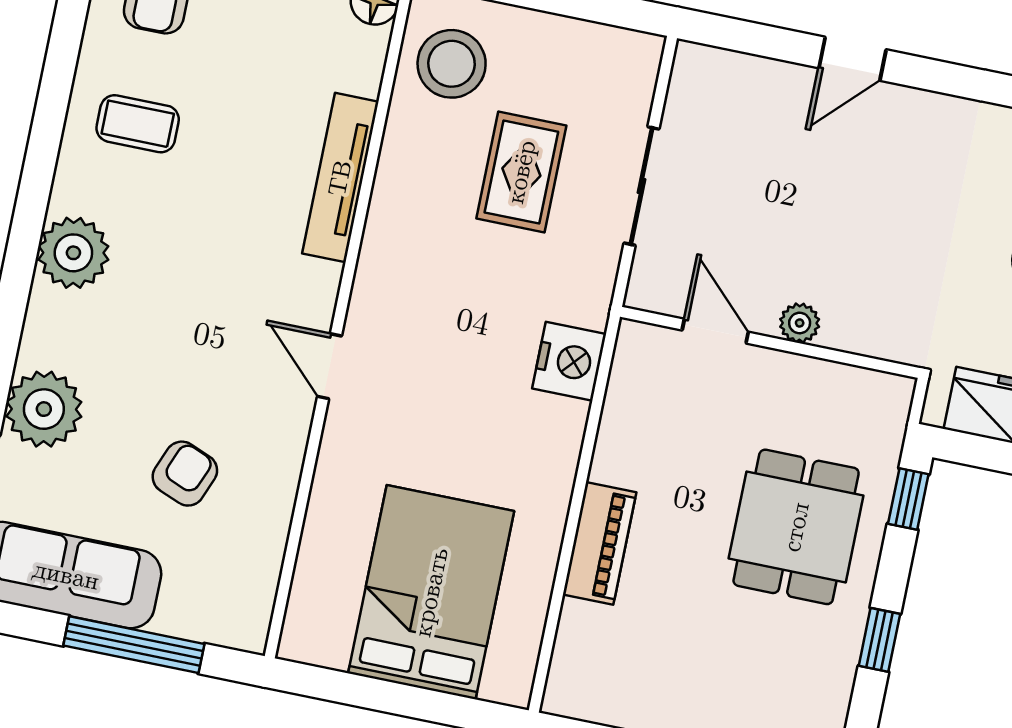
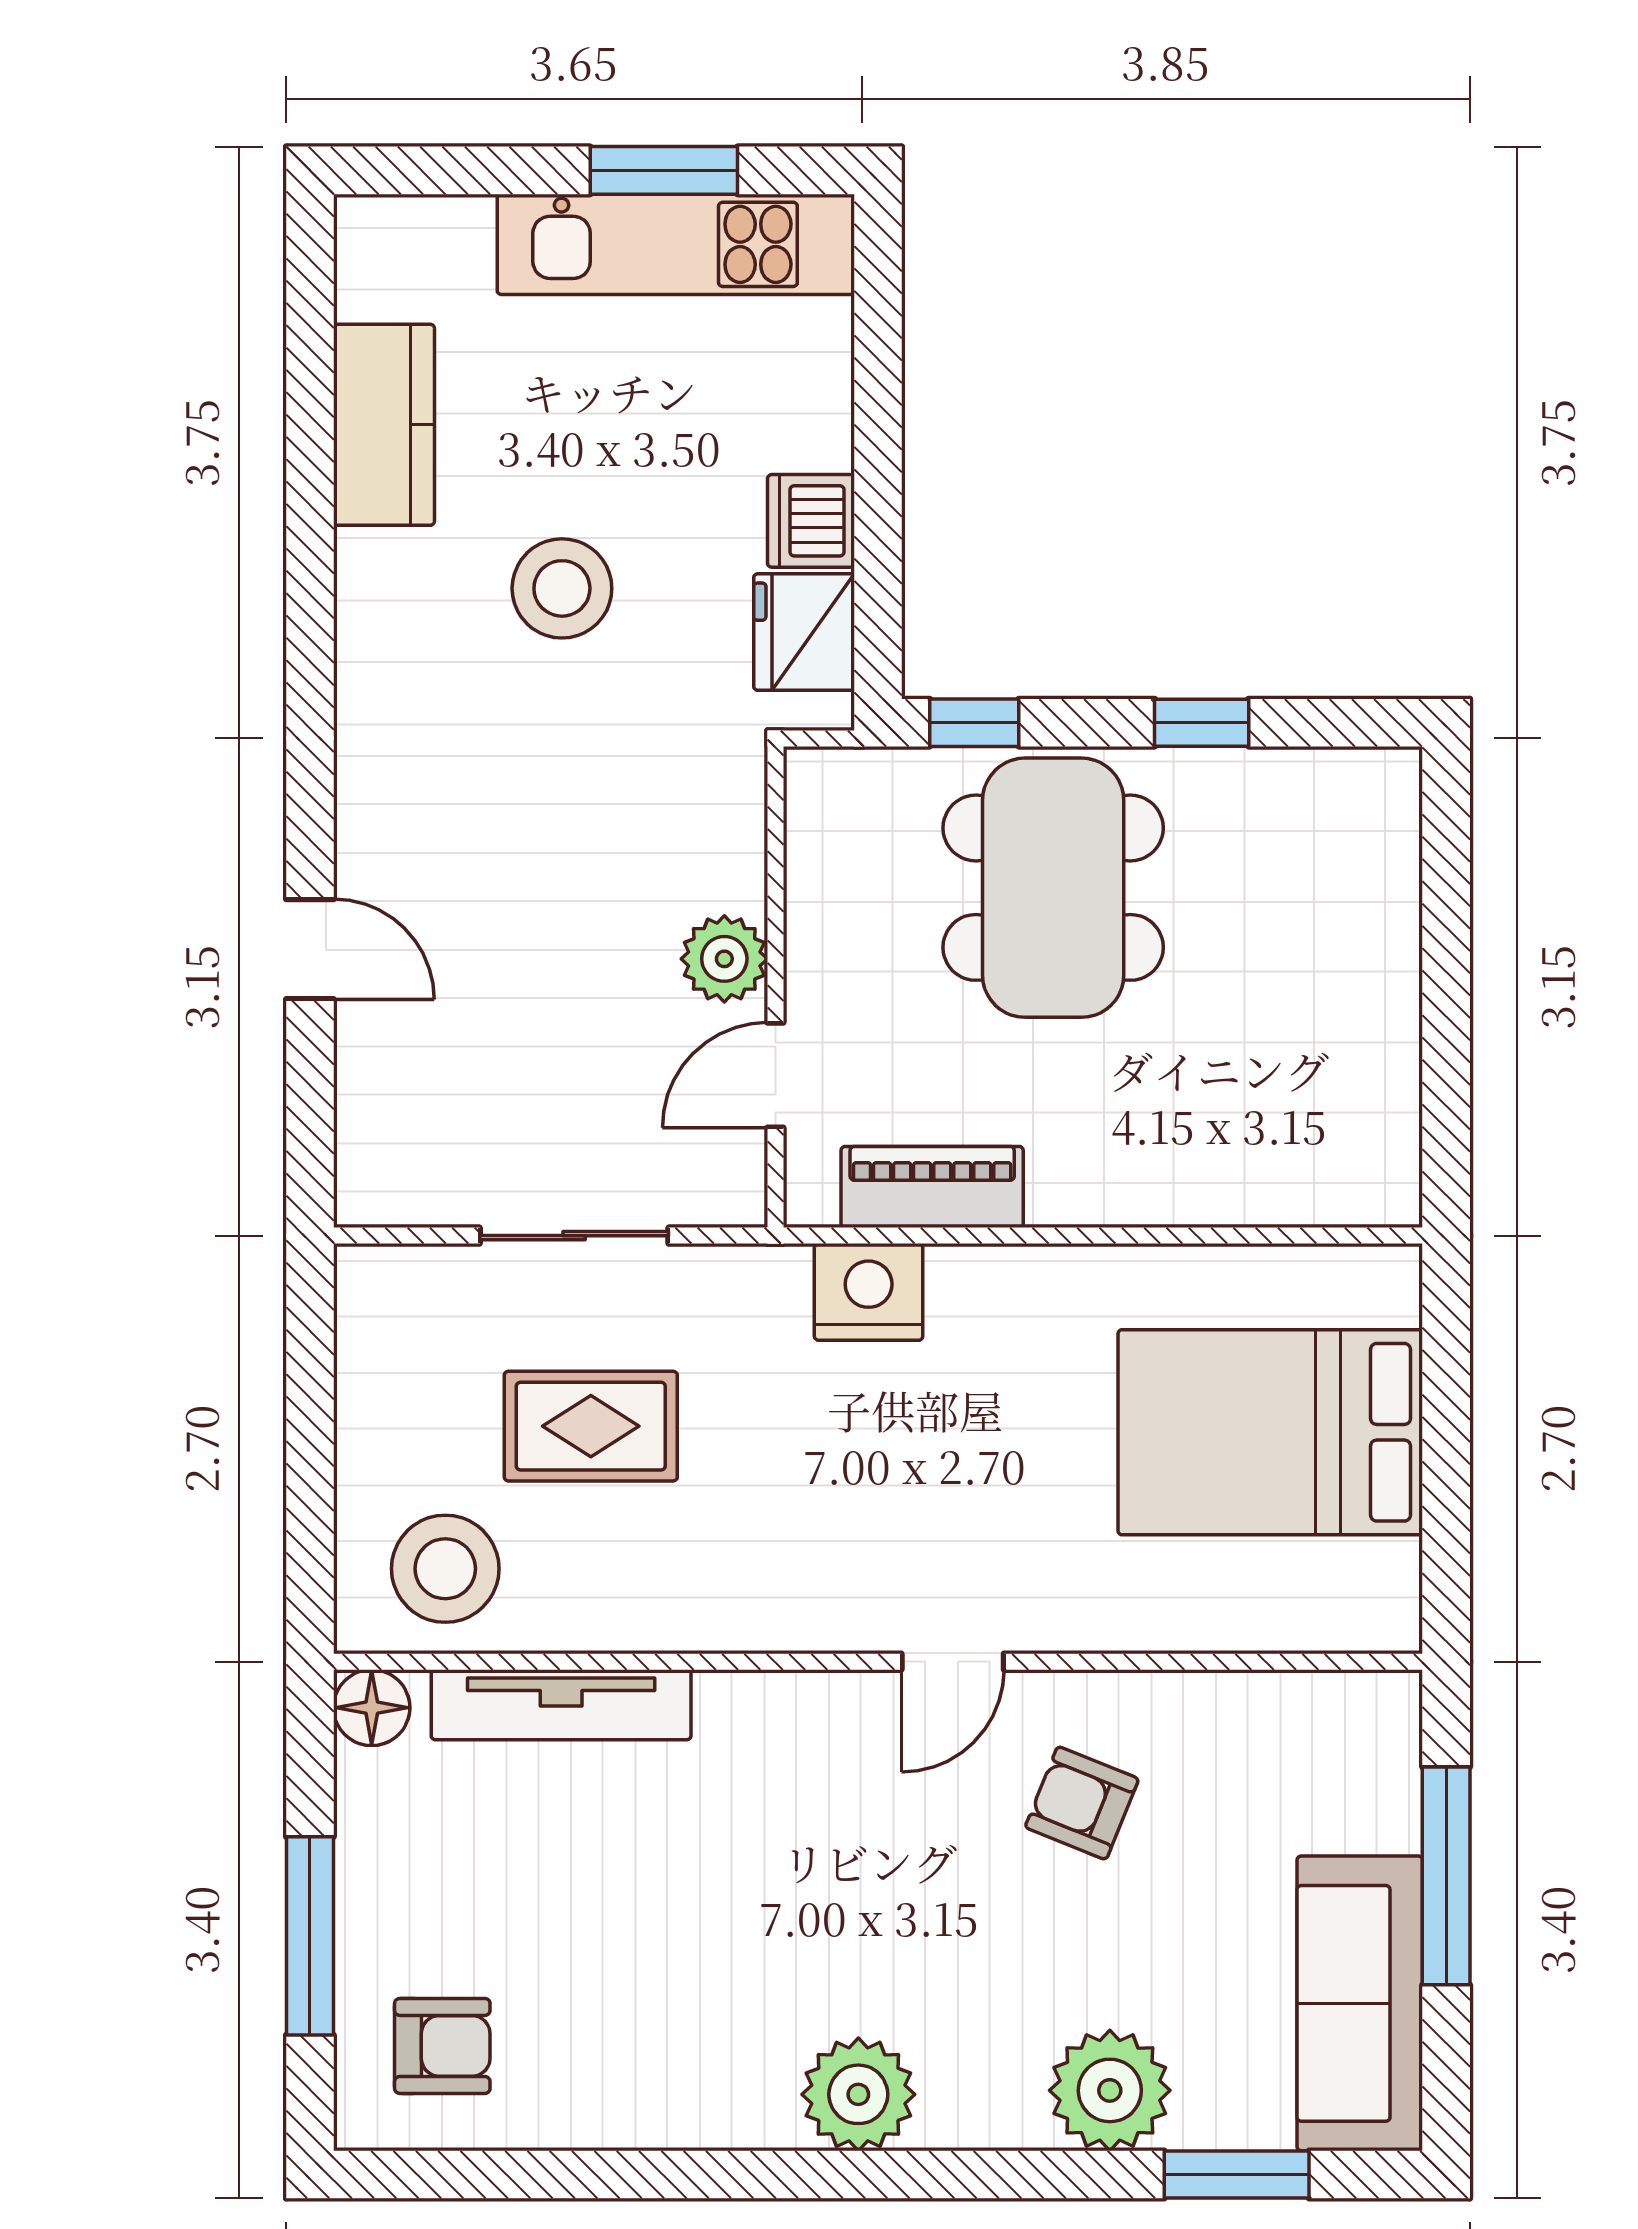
coffee table: (138, 124) -> (638, 2036), removed
tv unit: (340, 178) -> (561, 1705), moved
plant: (800, 323) -> (724, 959), width x1.38, depth x1.38
armchair: (185, 474) -> (1082, 1803), moved
dining table: (796, 527) -> (1053, 888), width x1.38
piano: (600, 543) -> (932, 1187), moved

